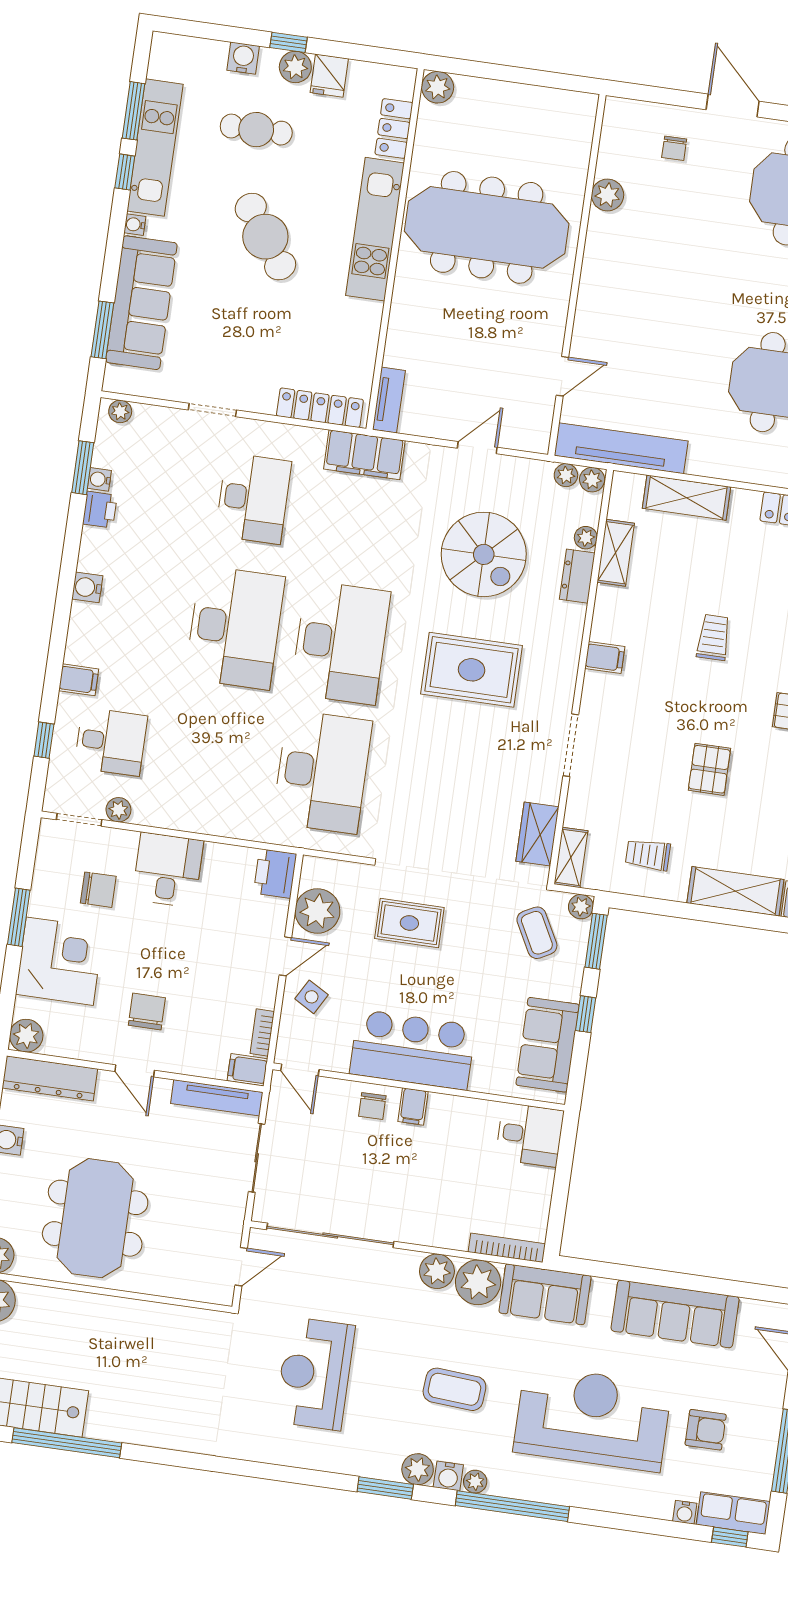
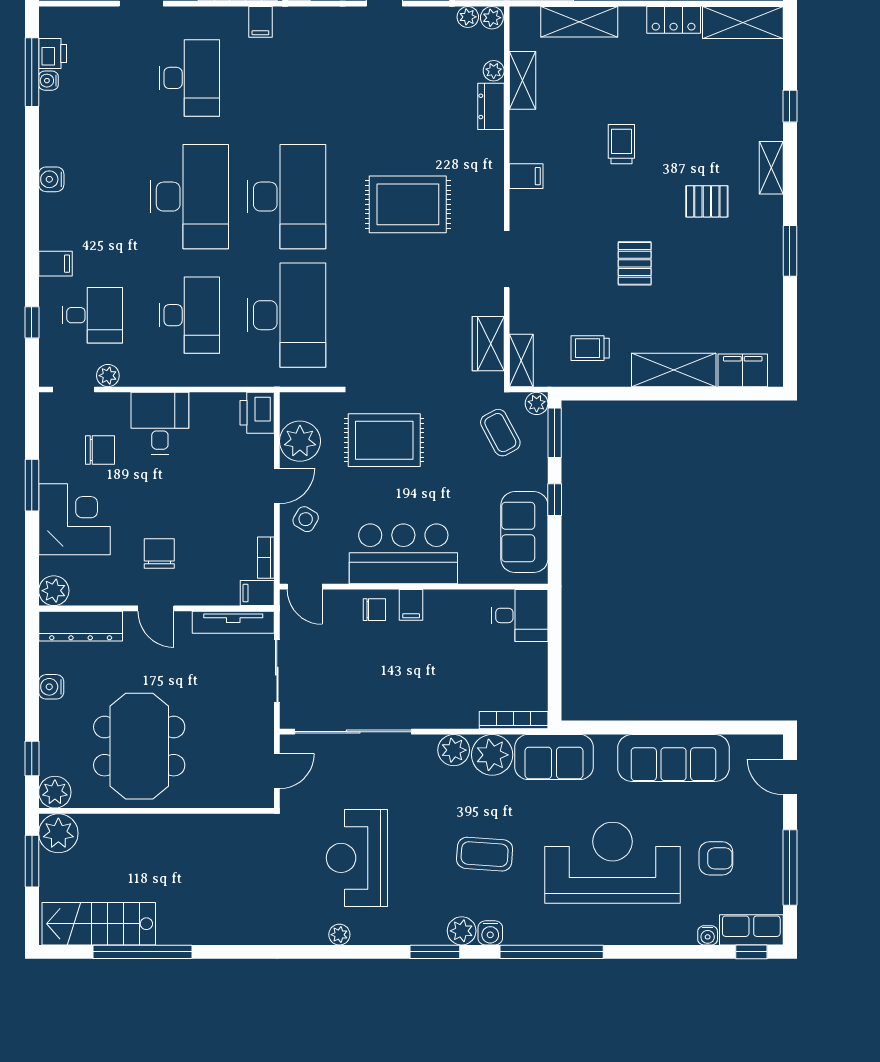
plant: (120, 411) -> (58, 17), removed
filing cabinet: (364, 455) -> (260, 22), width x0.33, depth x0.86
window: (83, 468) -> (32, 72), width x1.44
printer: (100, 510) -> (53, 54), moved
spiral stairs: (484, 554) -> (404, 99), removed
desk: (216, 757) -> (189, 315), added
rug: (409, 923) -> (384, 440), width x1.36, depth x1.43
chair: (372, 1106) -> (374, 610), turned -90
plant: (475, 1482) -> (339, 935), moved

